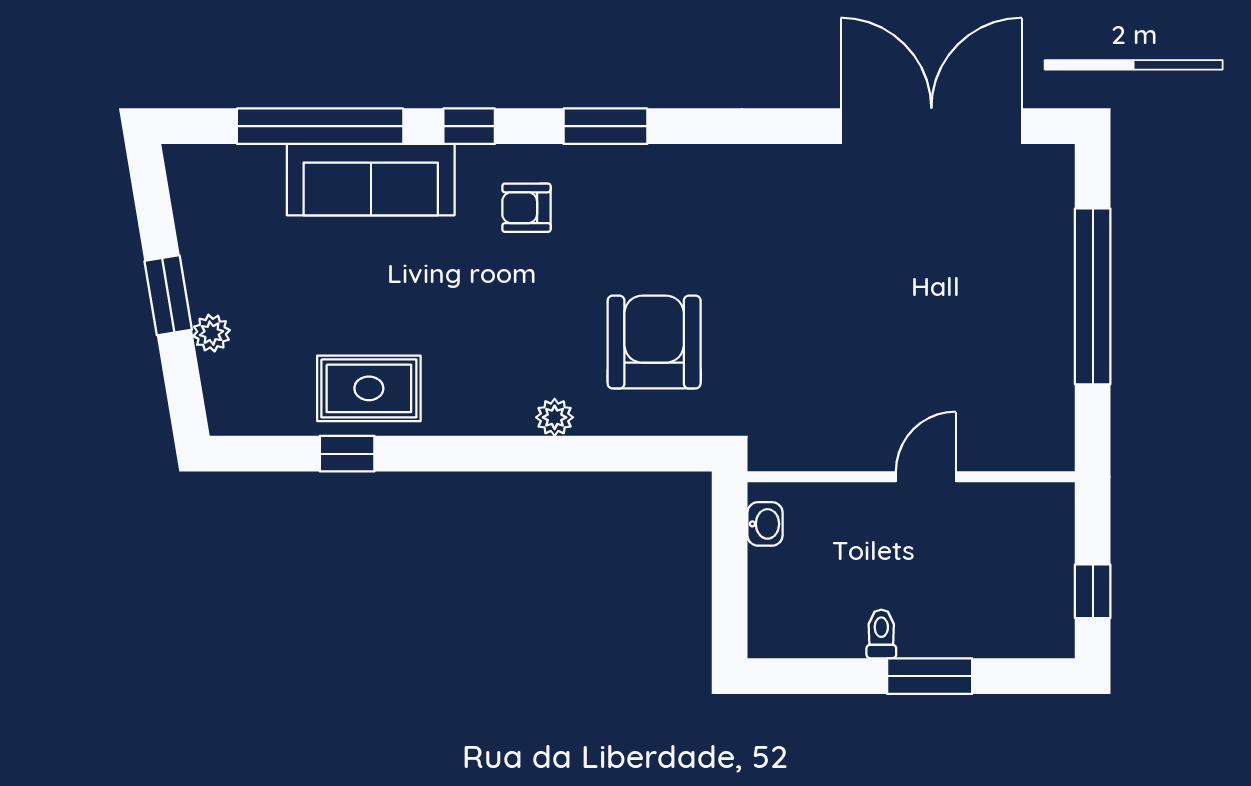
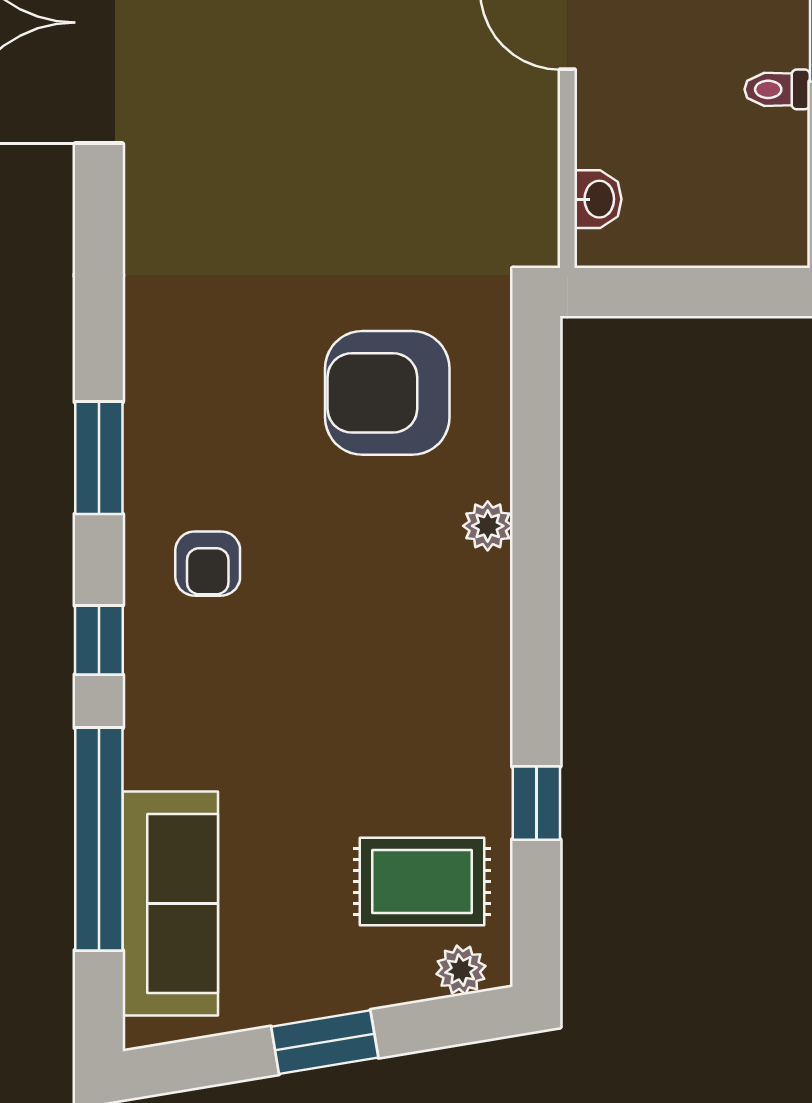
sofa: (371, 180) -> (170, 903), moved
plant: (212, 333) -> (461, 970), moved
rug: (369, 388) -> (422, 881), moved, turned 90
washbasin: (765, 524) -> (598, 199), moved, turned 90

